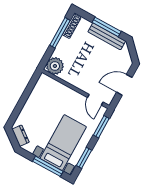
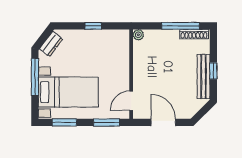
window: (107, 27) -> (213, 71), width x0.46
plant: (55, 66) -> (138, 35), width x0.53, depth x0.53
window: (24, 97) -> (93, 26), added
window: (48, 166) -> (35, 77), moved

